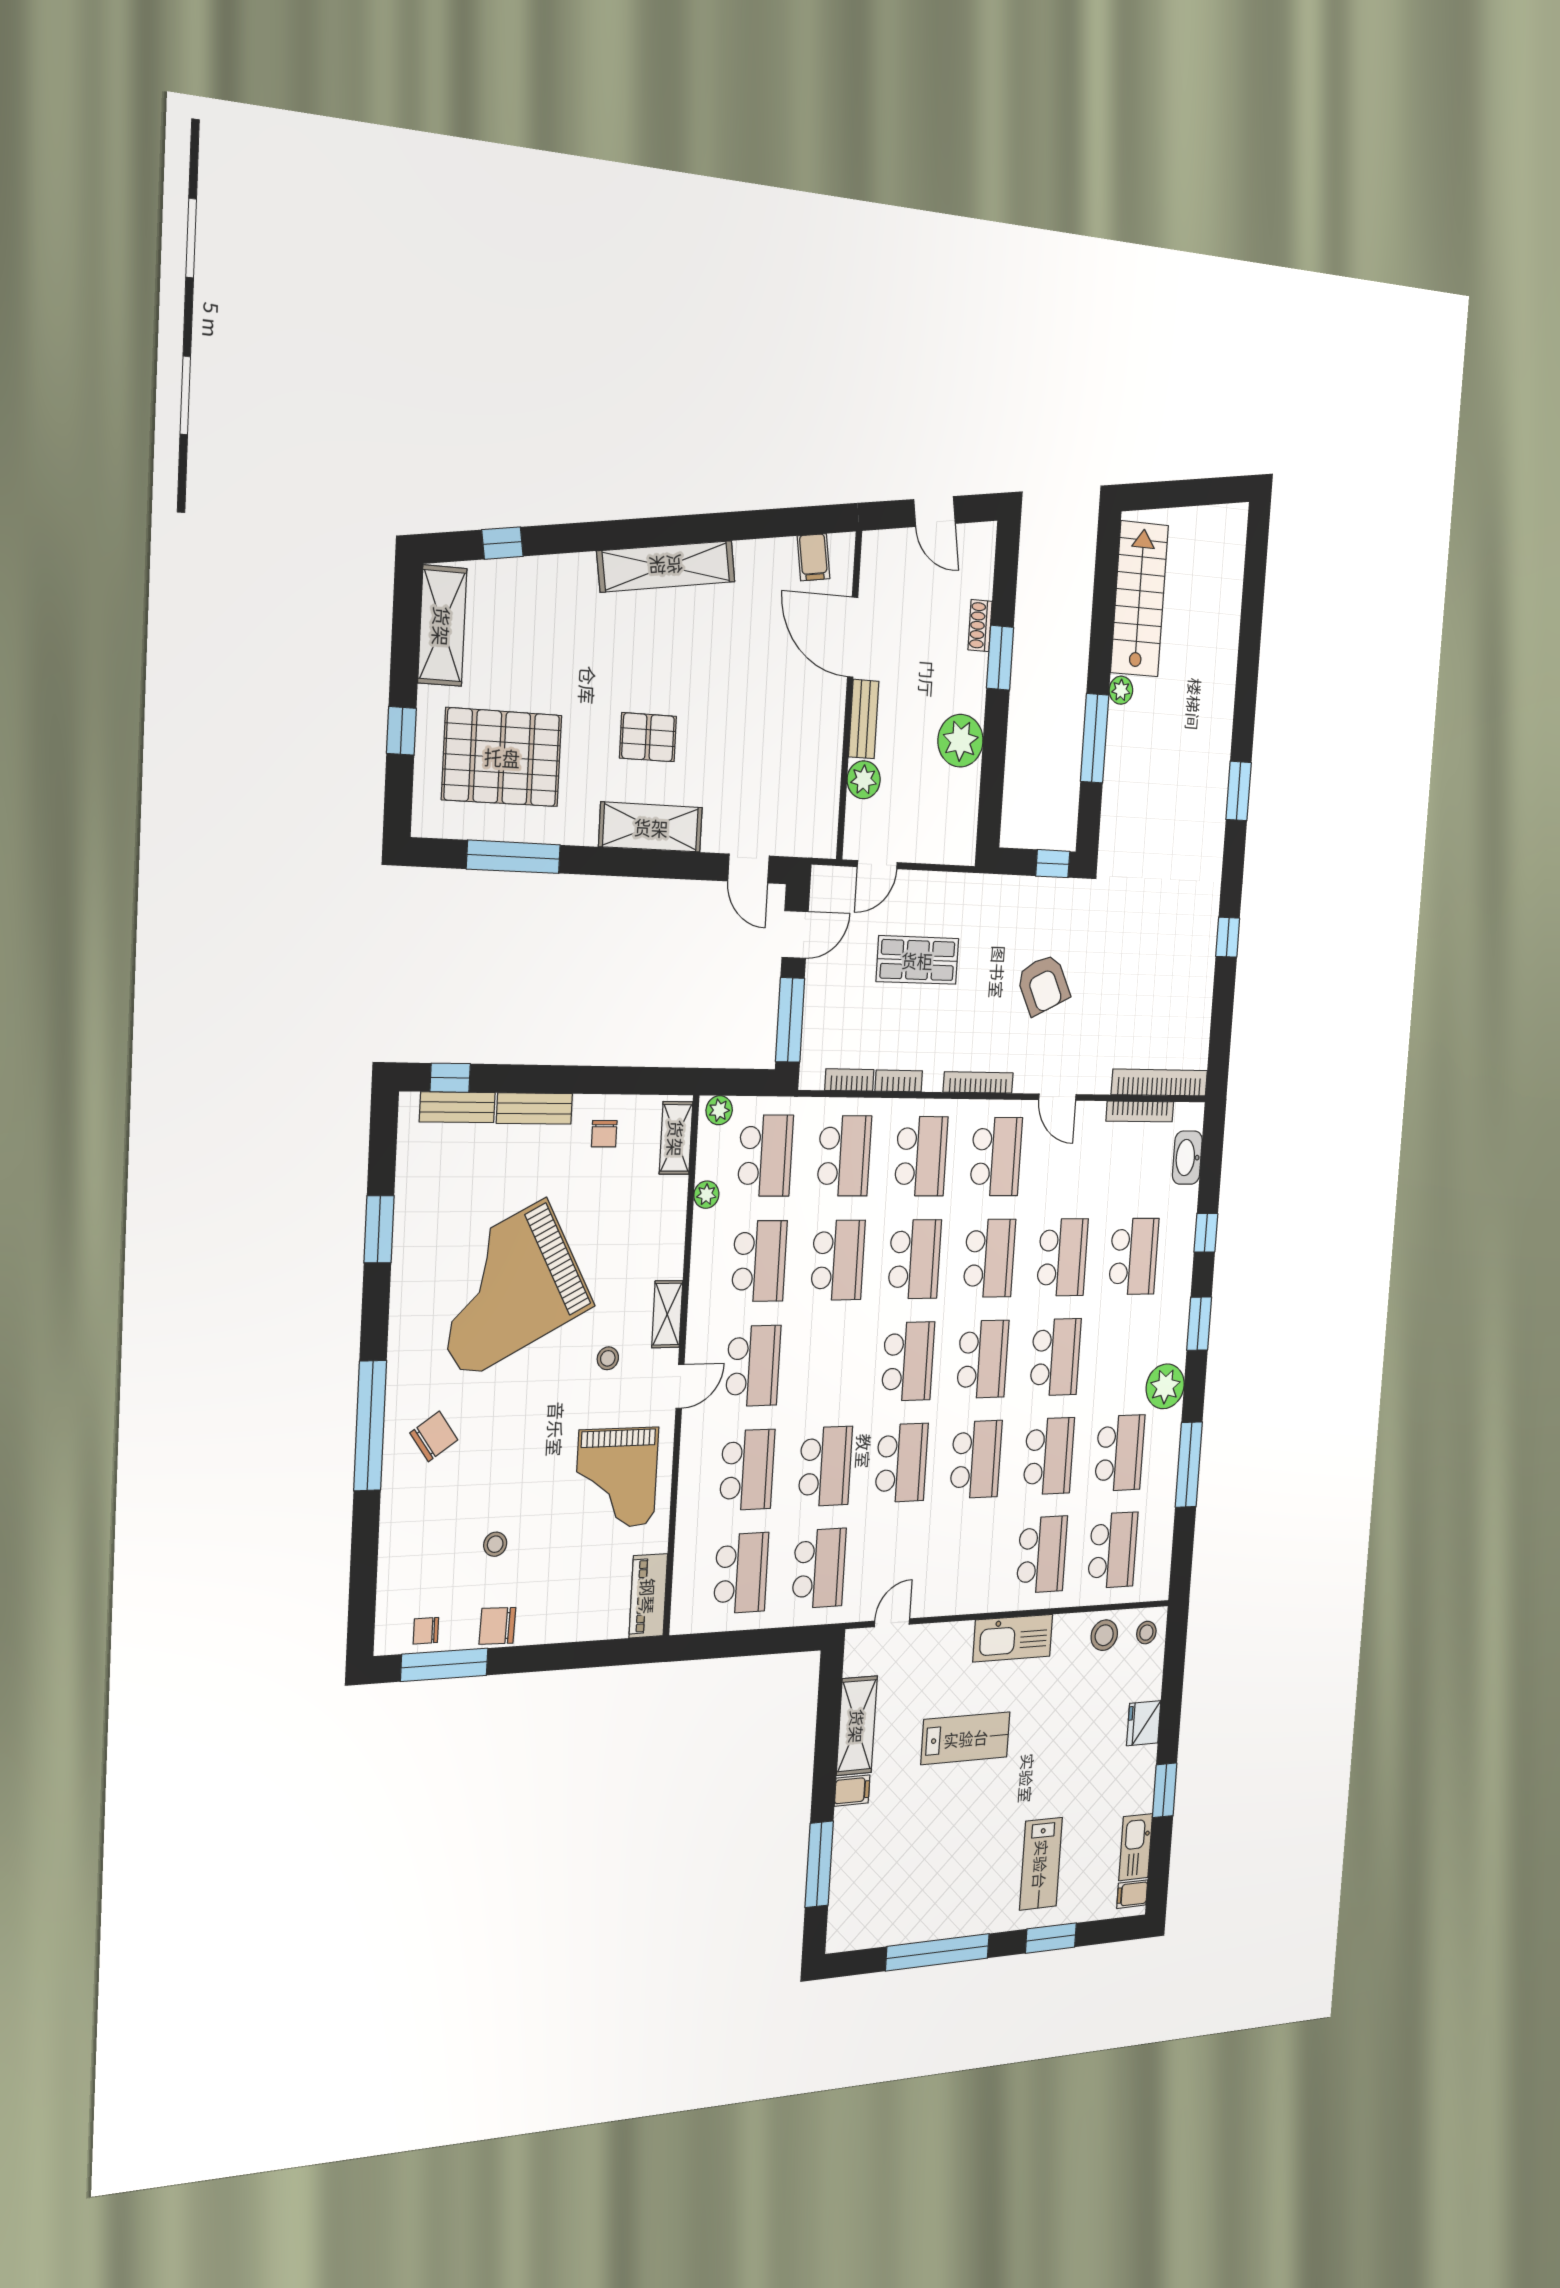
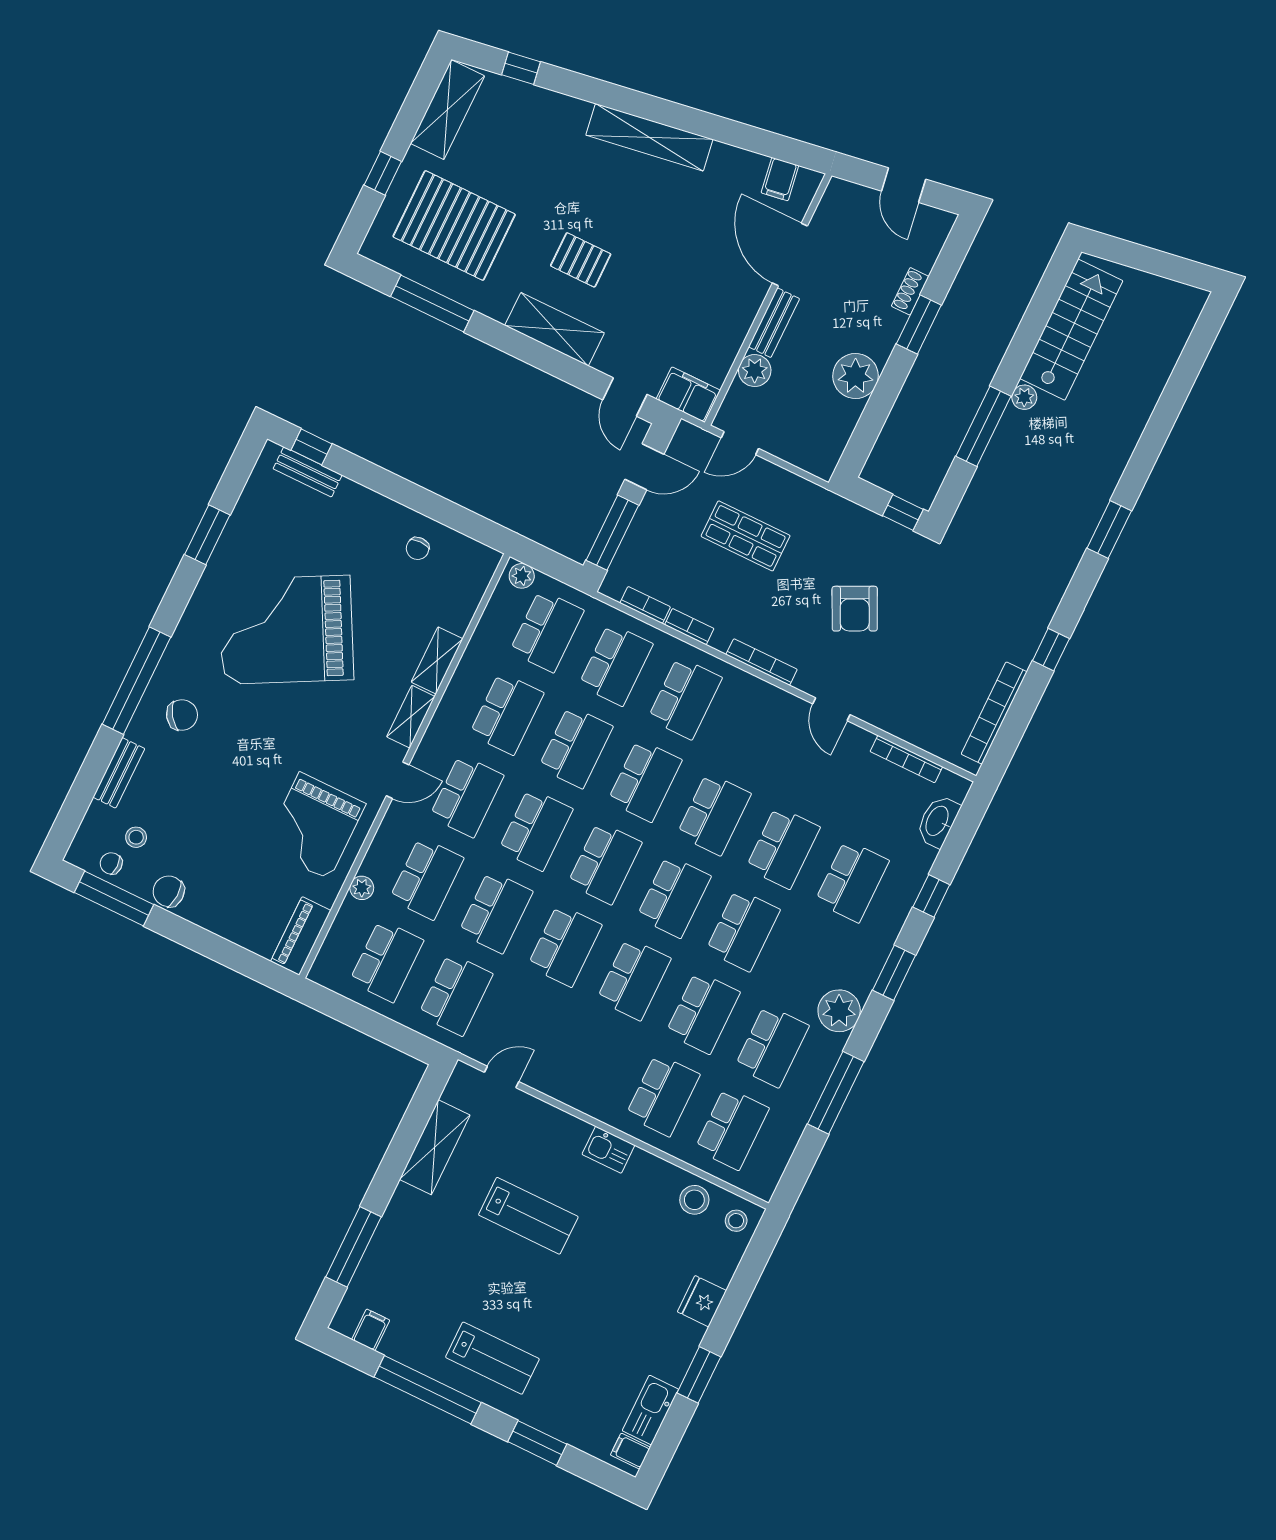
filing cabinet: (809, 836) -> (688, 395), added
bookcase: (1159, 1083) -> (994, 713), moved, turned -90
bench: (534, 1108) -> (119, 773), moved, turned 90
shelving: (676, 1138) -> (437, 661), moved
school desk: (996, 1157) -> (536, 830), moved
plant: (706, 1195) -> (362, 888), moved
stool: (608, 1358) -> (347, 727), removed
stool: (495, 1544) -> (136, 837), moved
kitchen sink: (1013, 1638) -> (608, 1150), width x0.53, depth x0.81
filing cabinet: (852, 1791) -> (371, 1330), moved, turned -90
lab bench: (1041, 1864) -> (492, 1358), moved, turned -90

